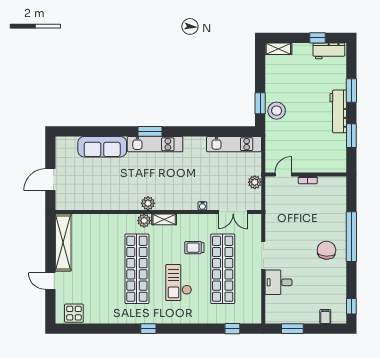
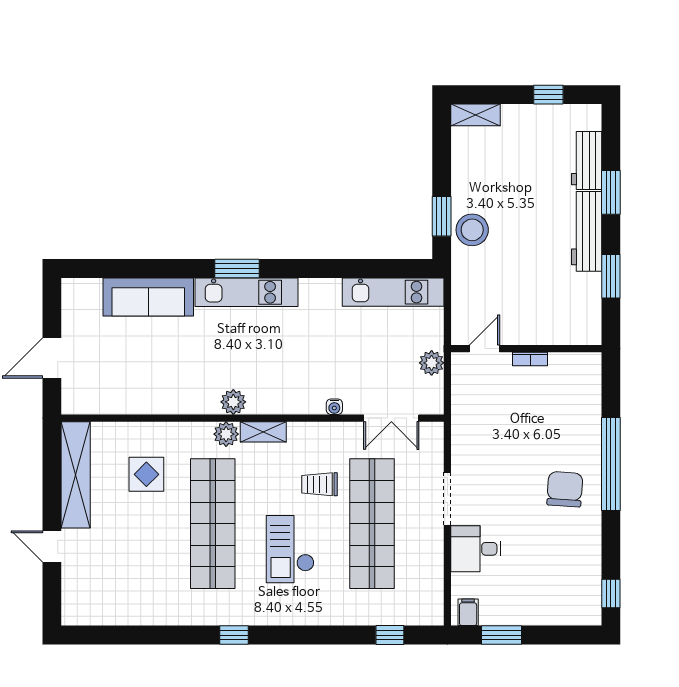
workbench: (329, 51) -> (587, 161), moved, turned 90
display table: (74, 313) -> (146, 474), moved
filing cabinet: (325, 316) -> (468, 612), moved

